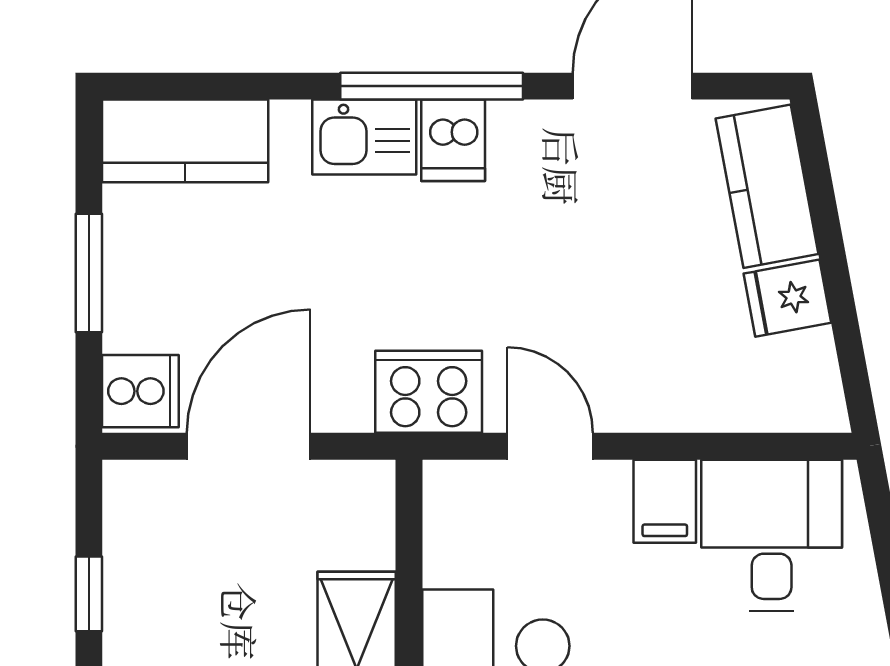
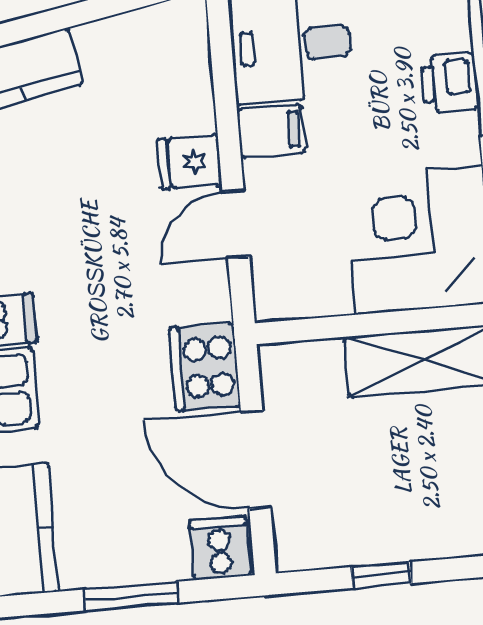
fridge: (787, 298) -> (190, 162), moved, turned 101
cooker: (429, 392) -> (205, 367), moved

